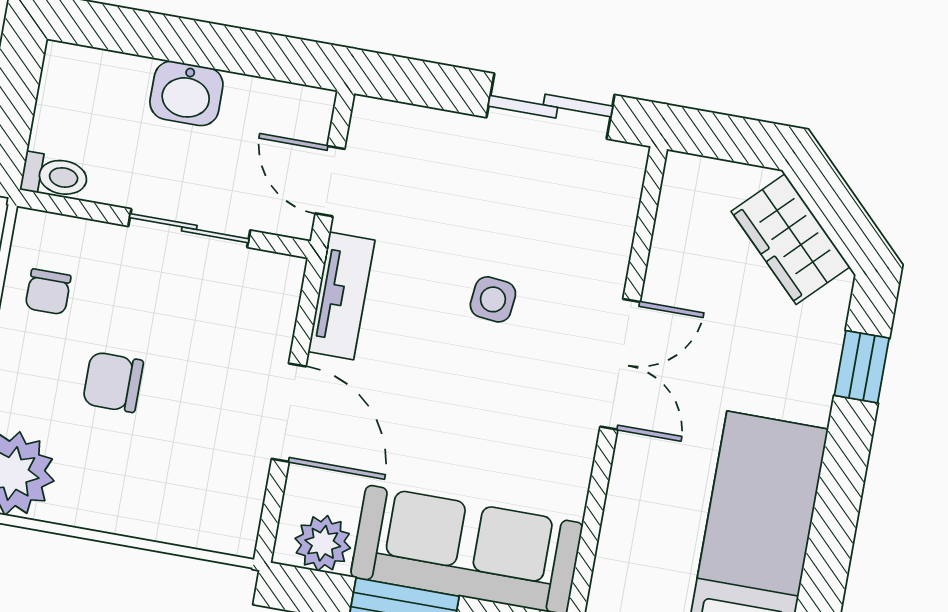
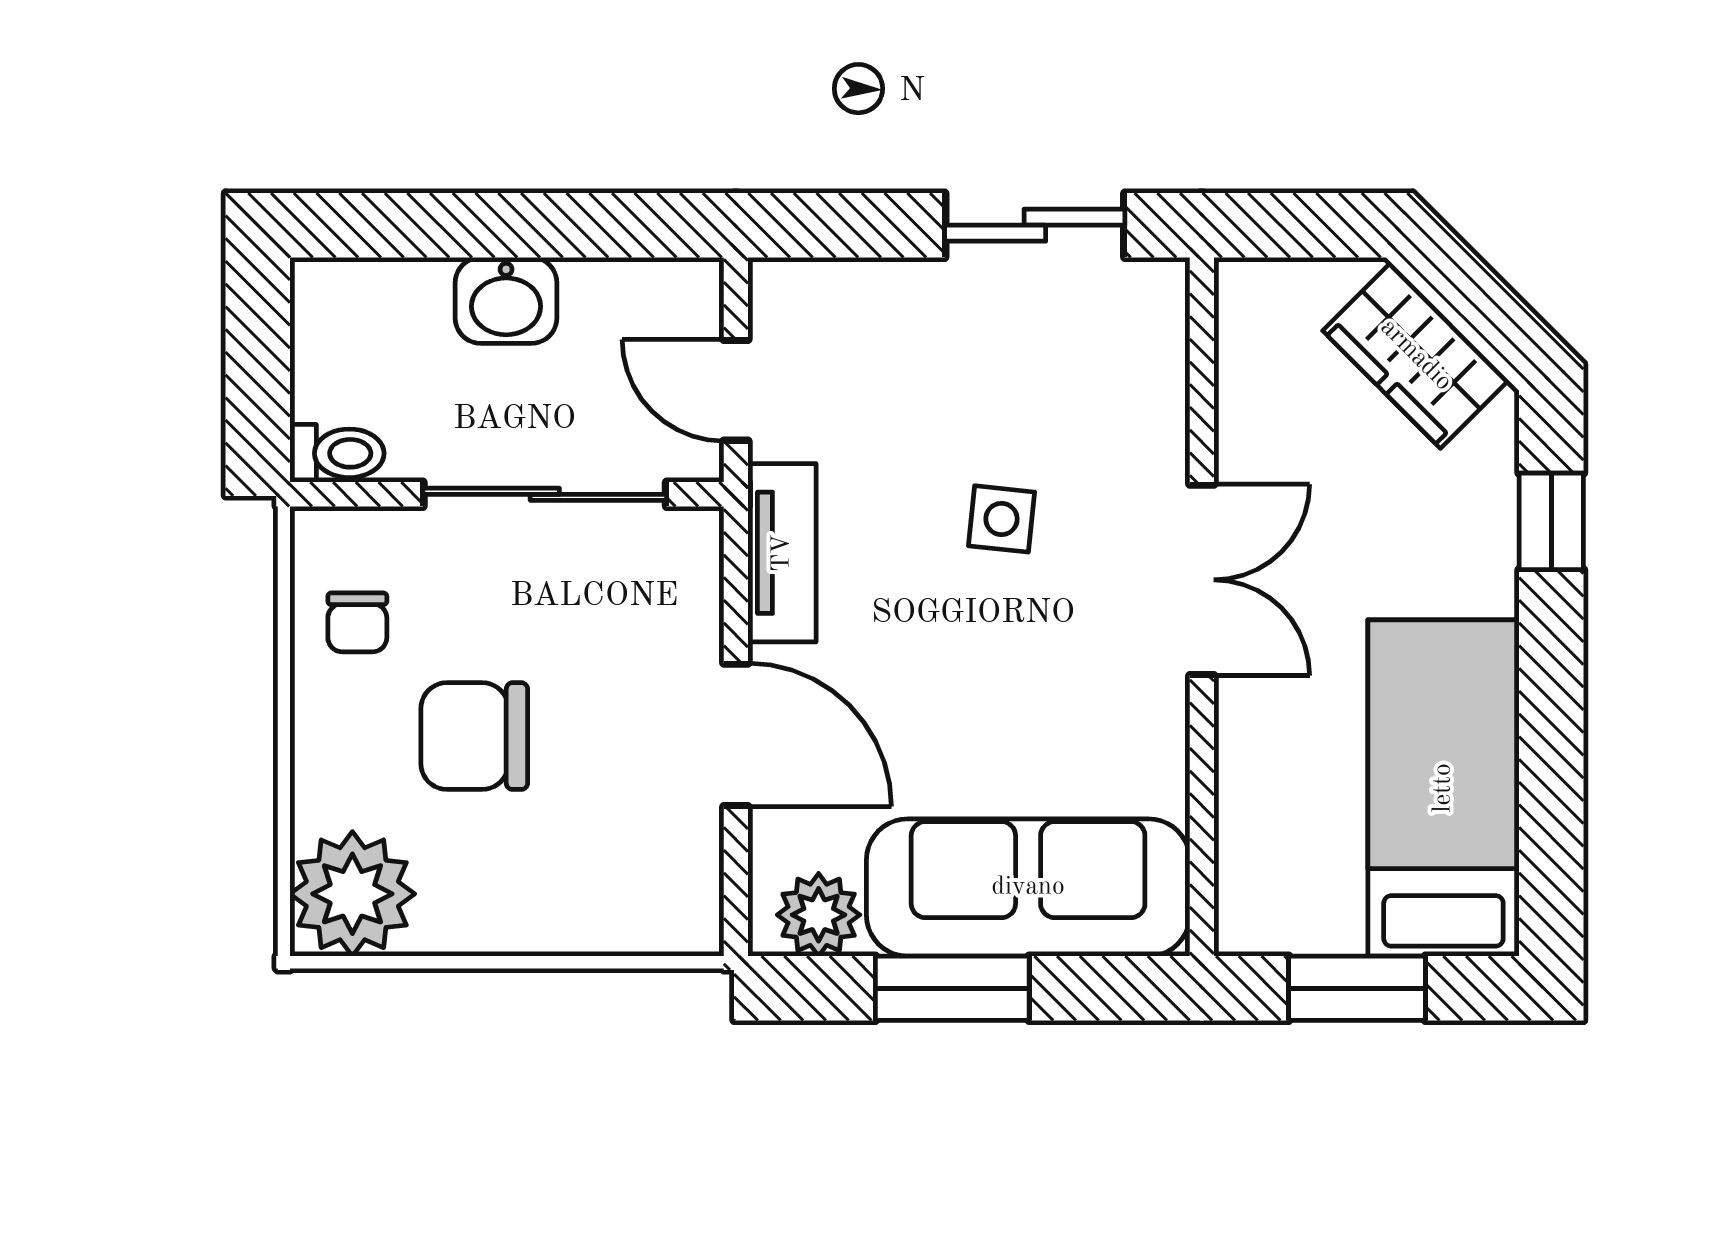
sliding door: (189, 228) -> (545, 494), width x1.37
chair: (113, 382) -> (474, 736), width x1.37, depth x1.37

